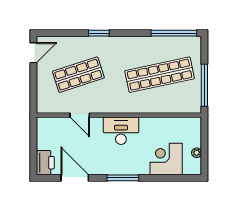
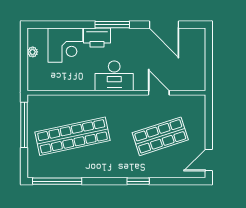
printer: (45, 163) -> (97, 37), moved, turned -90

